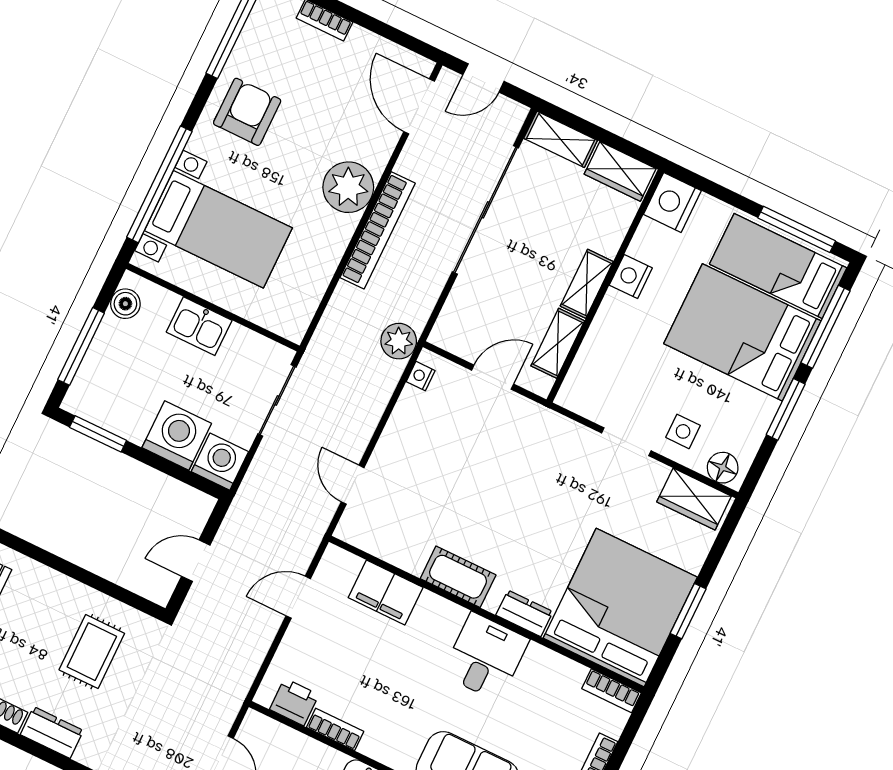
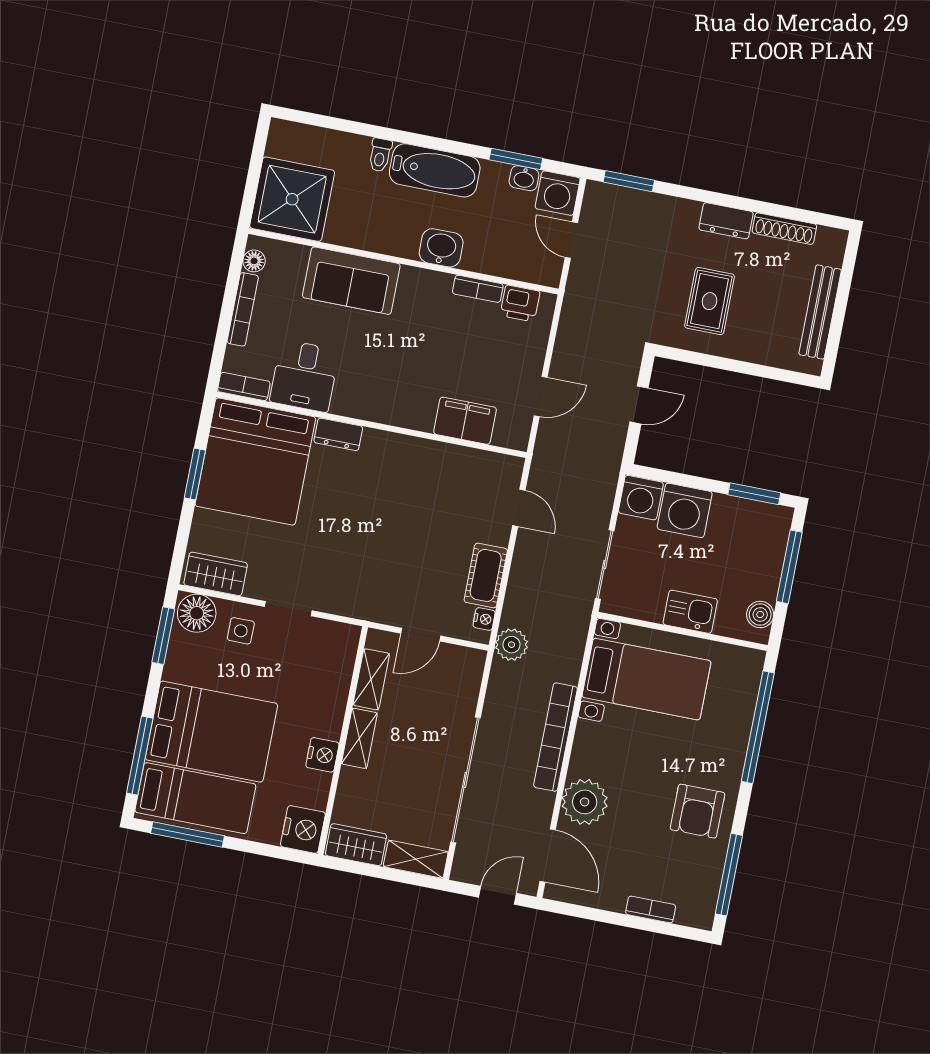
plant: (348, 187) -> (585, 802), moved
bed with nightstands: (218, 229) -> (646, 679), moved, turned 180
window: (786, 409) -> (163, 636), moved
floor lamp: (723, 468) -> (197, 613), width x1.38, depth x1.38
cot: (458, 577) -> (486, 575), moved, turned 90
desk: (485, 657) -> (305, 376), moved

